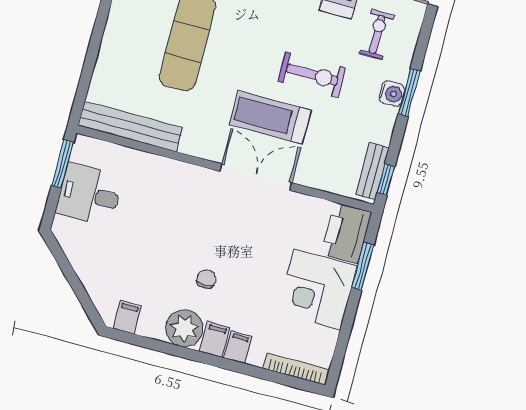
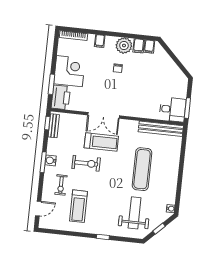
exercise bike: (312, 75) -> (86, 163), turned 180
desk: (89, 195) -> (173, 109), moved
filing cabinet: (215, 339) -> (139, 46), moved

